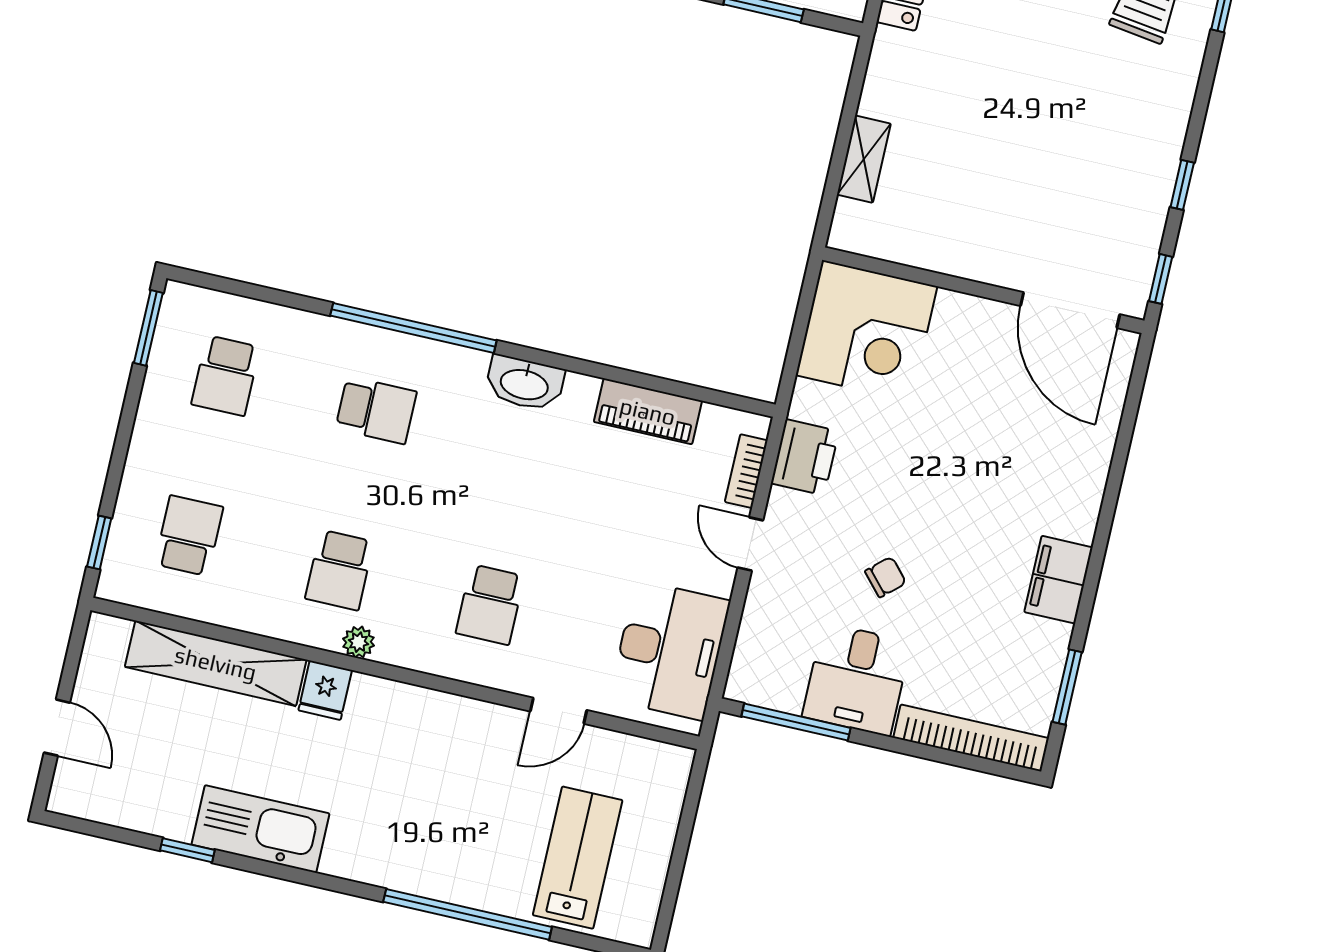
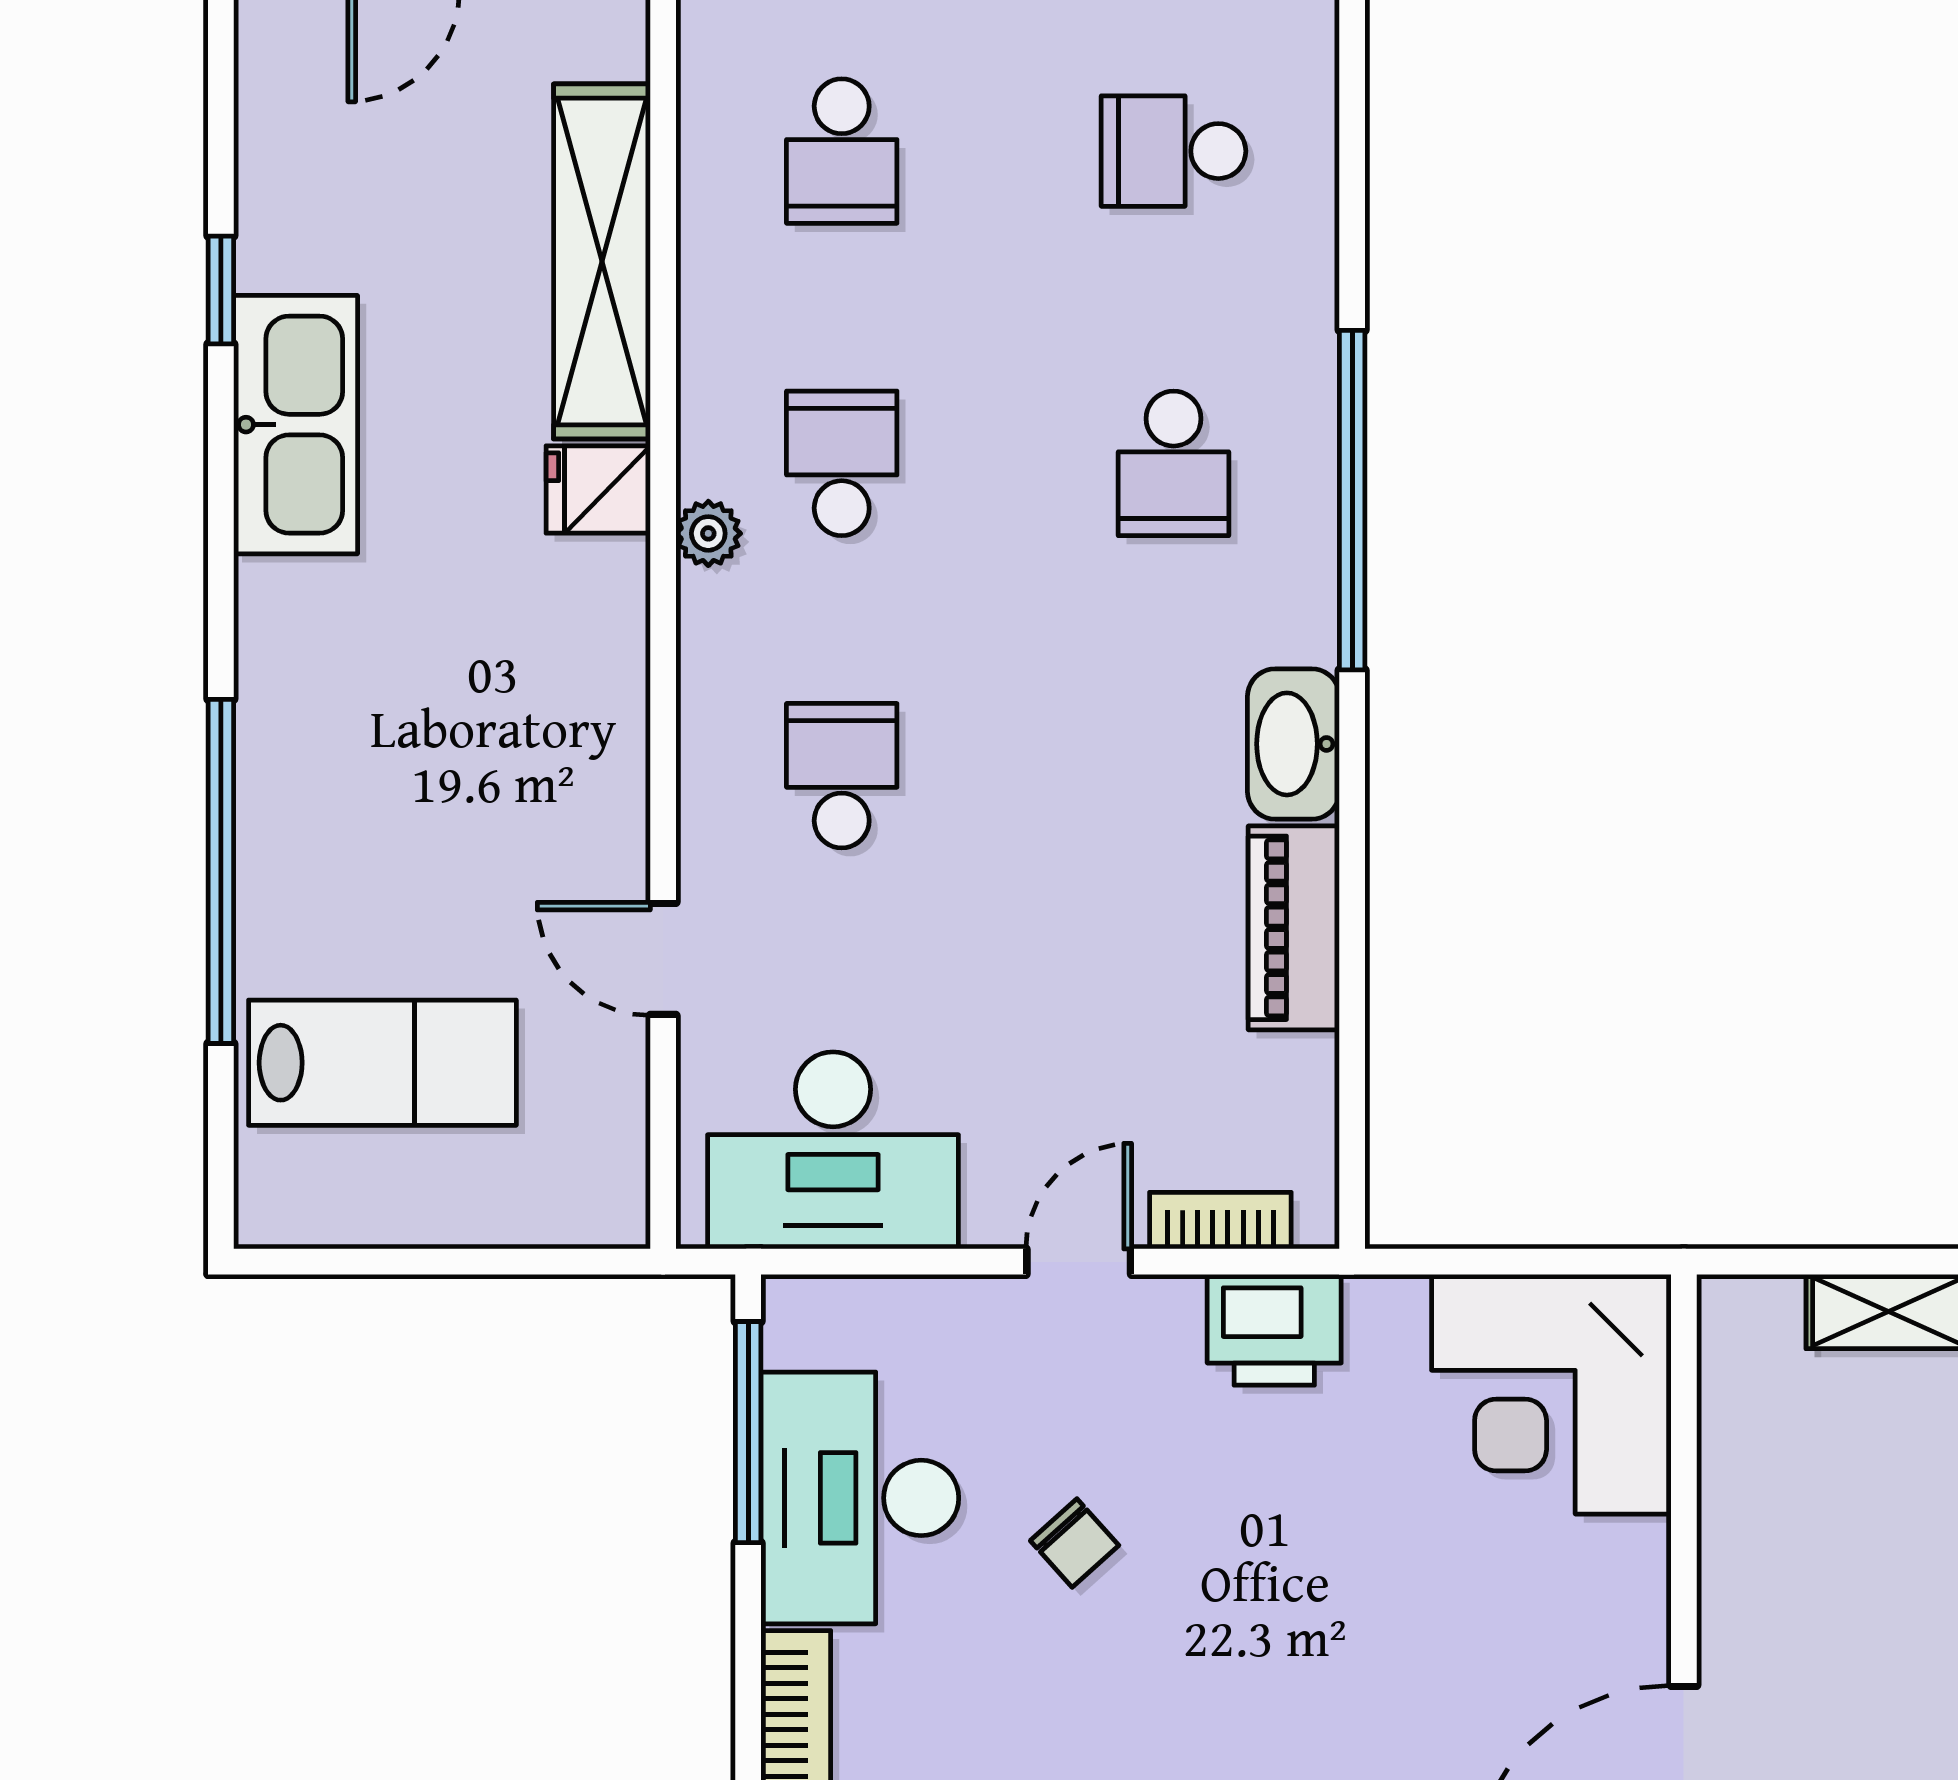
piano: (648, 411) -> (1294, 928), moved
school desk: (189, 536) -> (842, 151), turned 90
school desk: (339, 570) -> (842, 463), turned 90
school desk: (490, 605) -> (842, 776), turned 90
desk: (857, 679) -> (860, 1498), width x1.37

